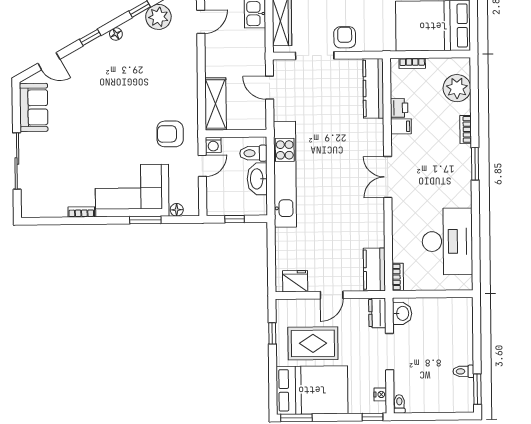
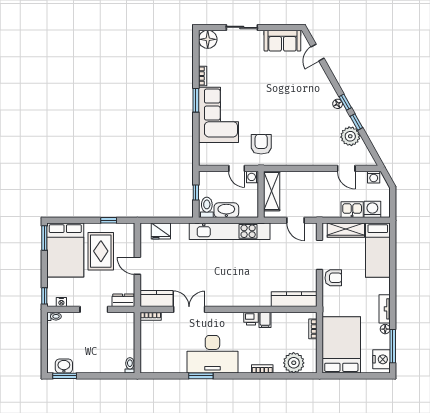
window: (90, 37) -> (345, 102), moved
door: (270, 88) -> (296, 220), swing flipped
shelving: (216, 104) -> (272, 191), moved, turned 90
printer: (399, 108) -> (251, 319), moved
toilet: (253, 153) -> (207, 207), moved
sliding door: (17, 161) -> (242, 27), width x0.73
window: (475, 164) -> (201, 376), moved
double door: (388, 177) -> (189, 309), moved
floor lamp: (177, 210) -> (208, 39), moved, width x1.89, depth x1.89
window: (145, 220) -> (196, 100), moved
desk: (447, 241) -> (212, 354), moved
fridge: (295, 281) -> (161, 231), moved, turned 90
washbasin: (402, 313) -> (64, 366), moved, turned 180
toilet: (463, 371) -> (130, 365), moved

